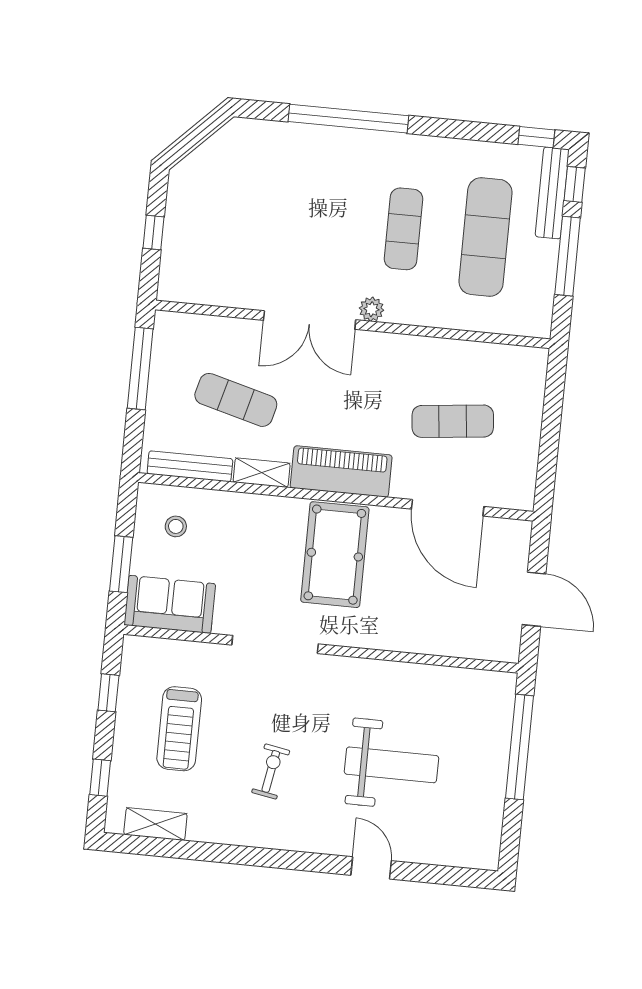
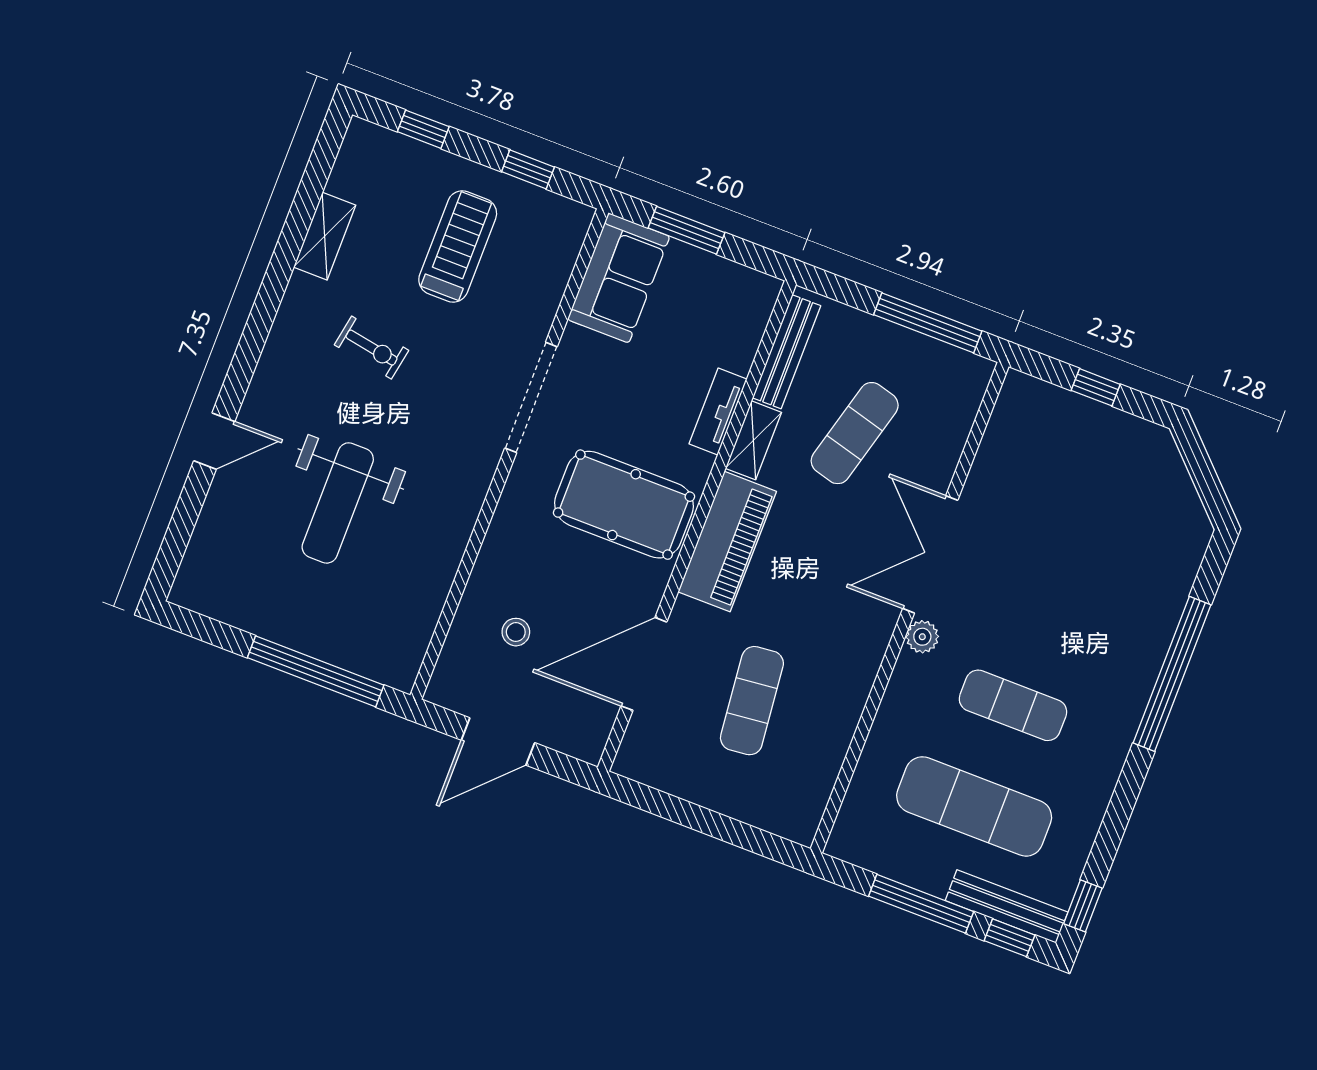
tv unit: (248, 505) -> (718, 411), added
stool: (176, 526) -> (516, 632), moved
treadmill: (179, 729) -> (458, 246), turned 90
shelving: (155, 824) -> (325, 236), moved

